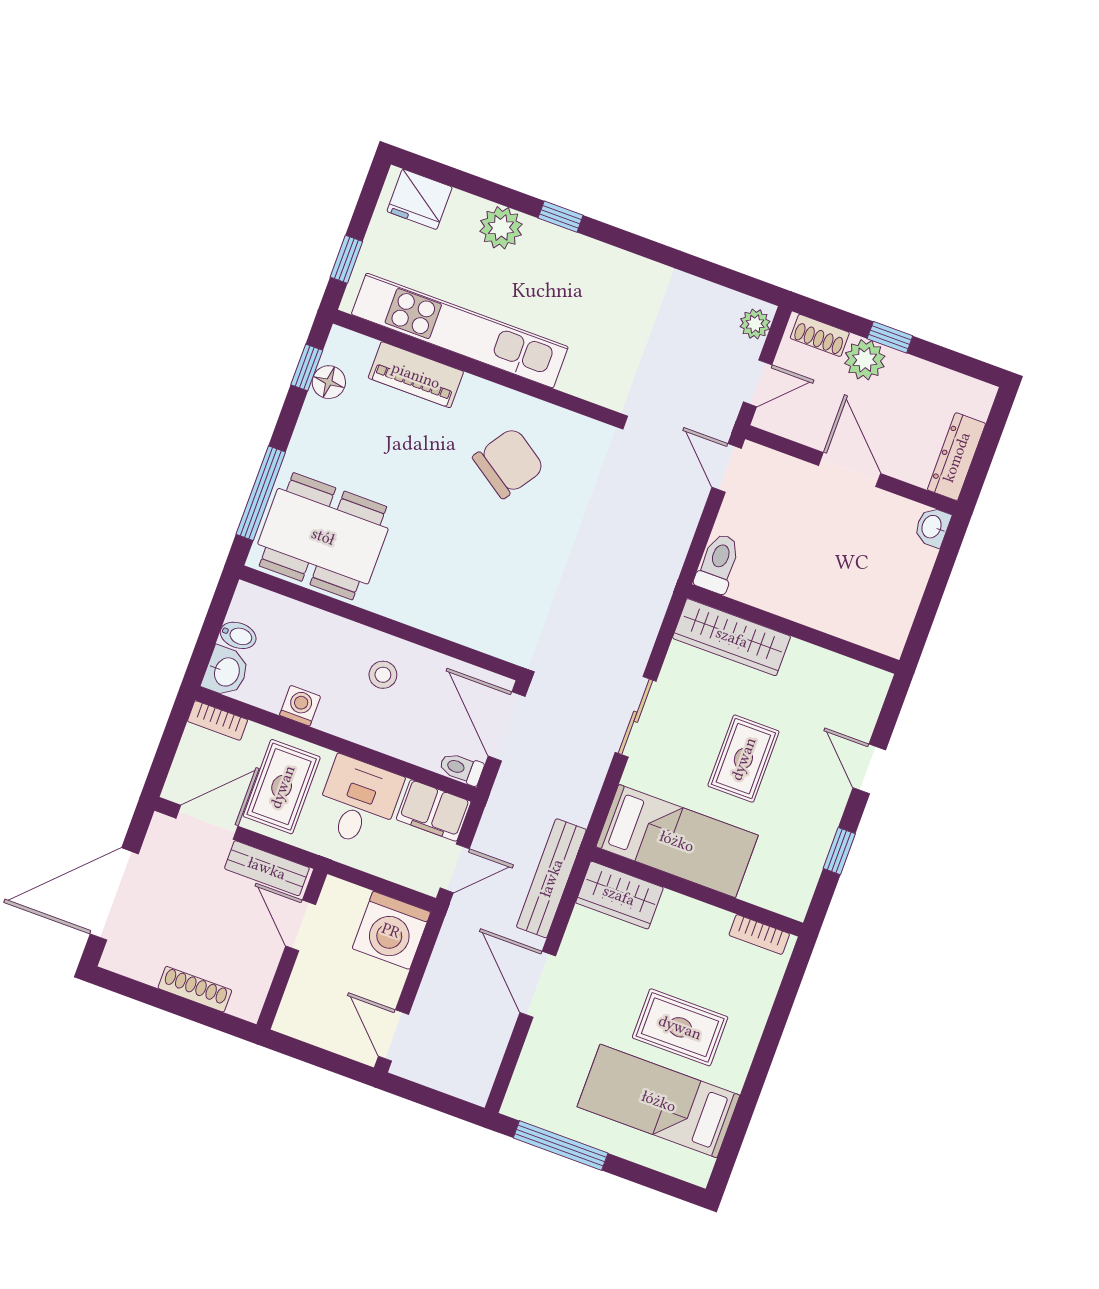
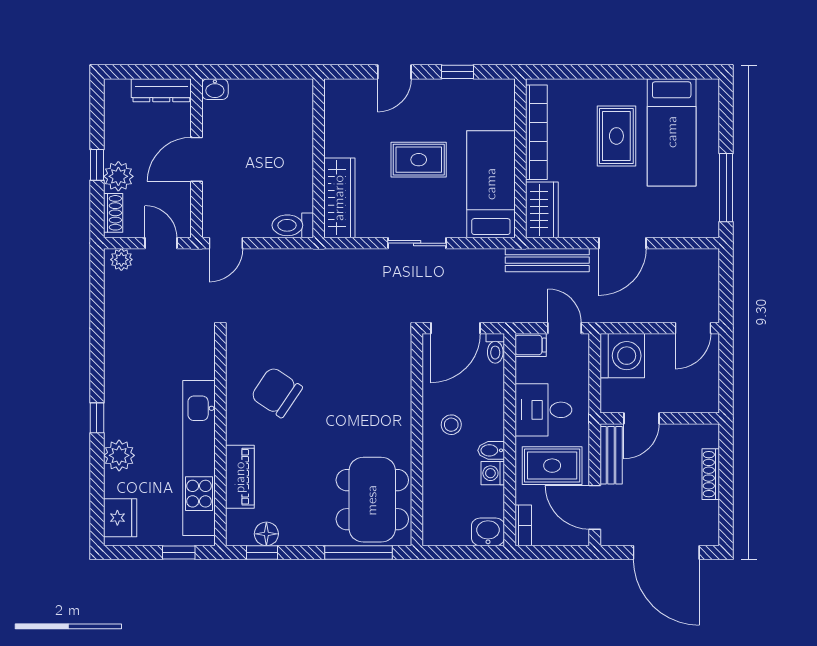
bidet: (238, 635) -> (491, 450), moved, turned -90
filing cabinet: (434, 810) -> (531, 345), width x0.50
bookcase: (759, 934) -> (536, 132), width x2.31, depth x1.31

